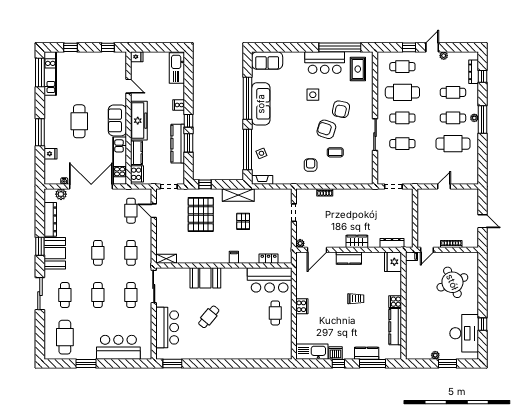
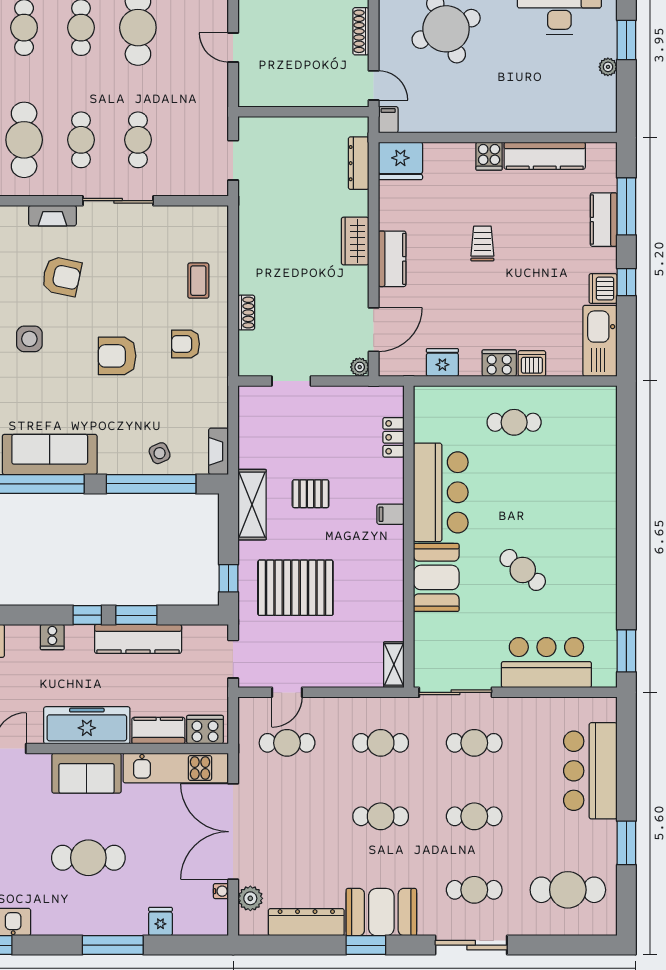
fireplace: (368, 105) -> (53, 216), added
armchair: (326, 129) -> (117, 356), moved, turned 72
coffee table: (335, 152) -> (198, 281), moved
door: (317, 250) -> (374, 330), hinge flipped
bar counter: (270, 280) -> (441, 492), moved
fridge: (302, 281) -> (442, 362), added
dishwasher: (302, 321) -> (532, 363), added

